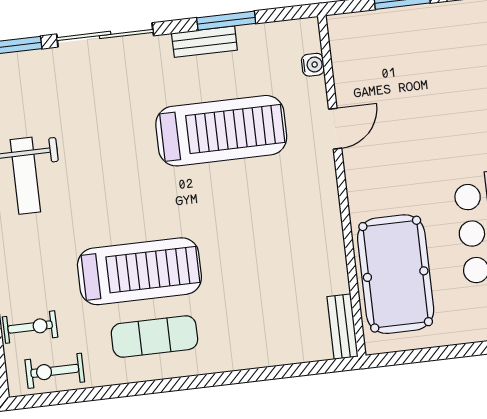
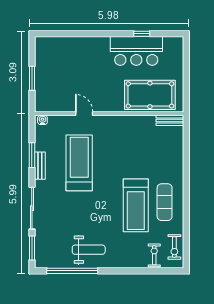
water cooler: (313, 65) -> (42, 120), moved
treadmill: (139, 271) -> (136, 205), turned 180

